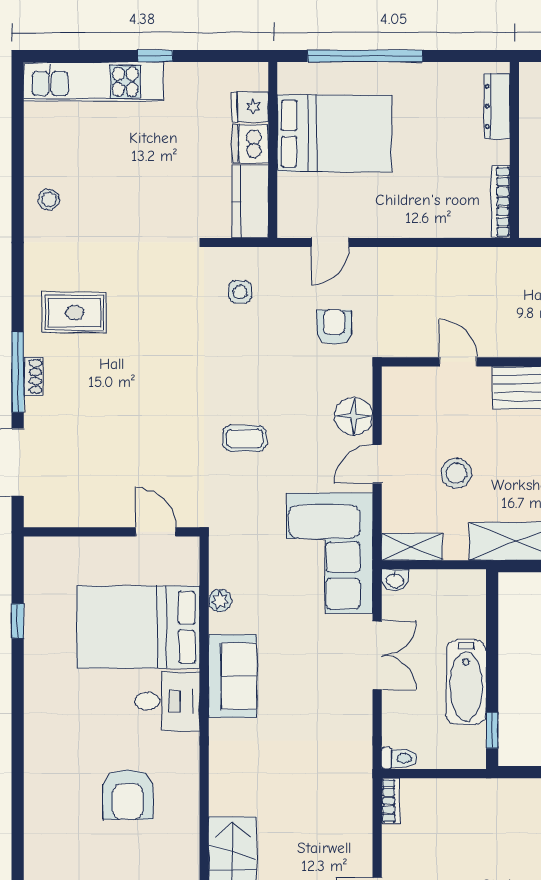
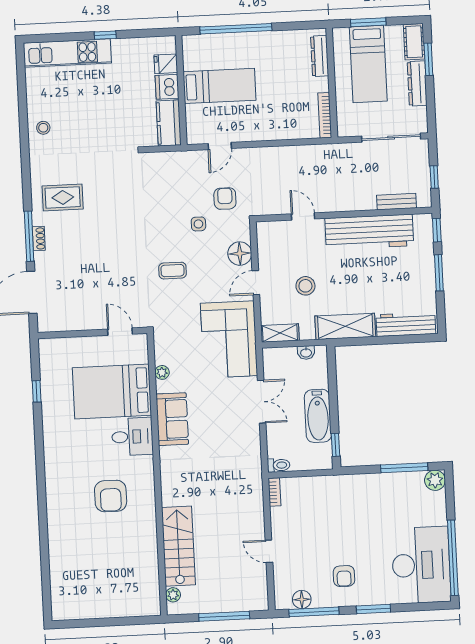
bed: (334, 134) -> (220, 86), width x0.67
side table: (240, 292) -> (198, 224), moved
washbasin: (395, 580) -> (306, 353), moved

